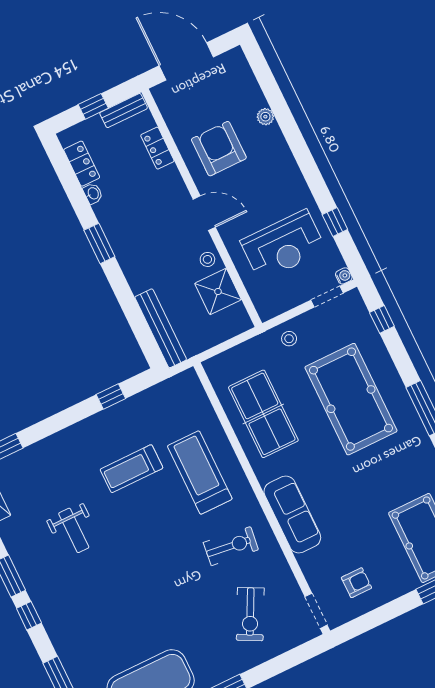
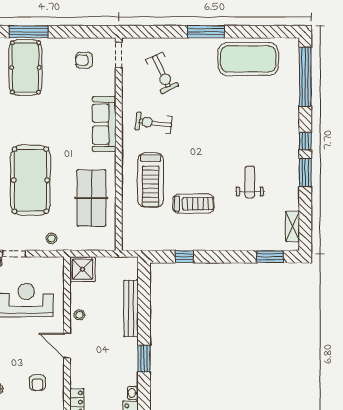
armchair: (219, 149) -> (37, 383), width x0.53, depth x0.53
shower: (218, 292) -> (83, 269), moved
bench: (161, 328) -> (131, 308), moved
exercise bike: (250, 614) -> (162, 73), turned 128

